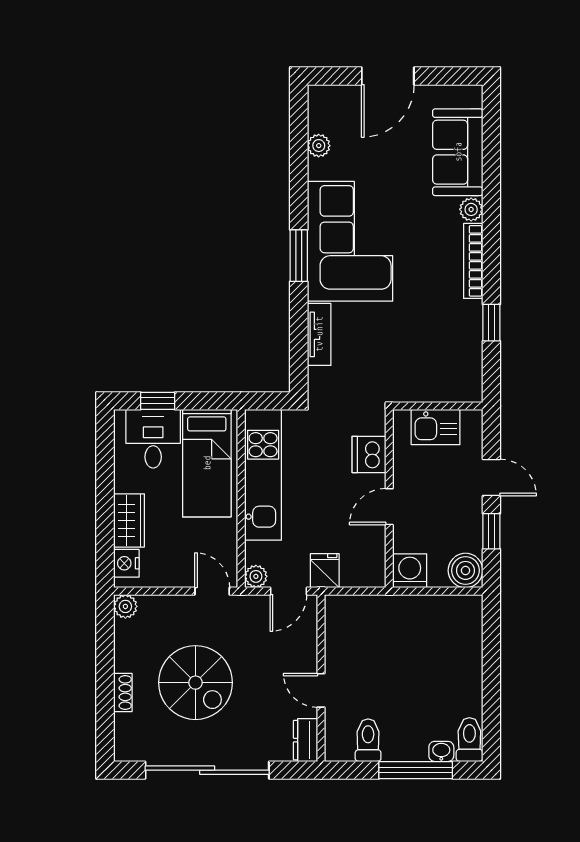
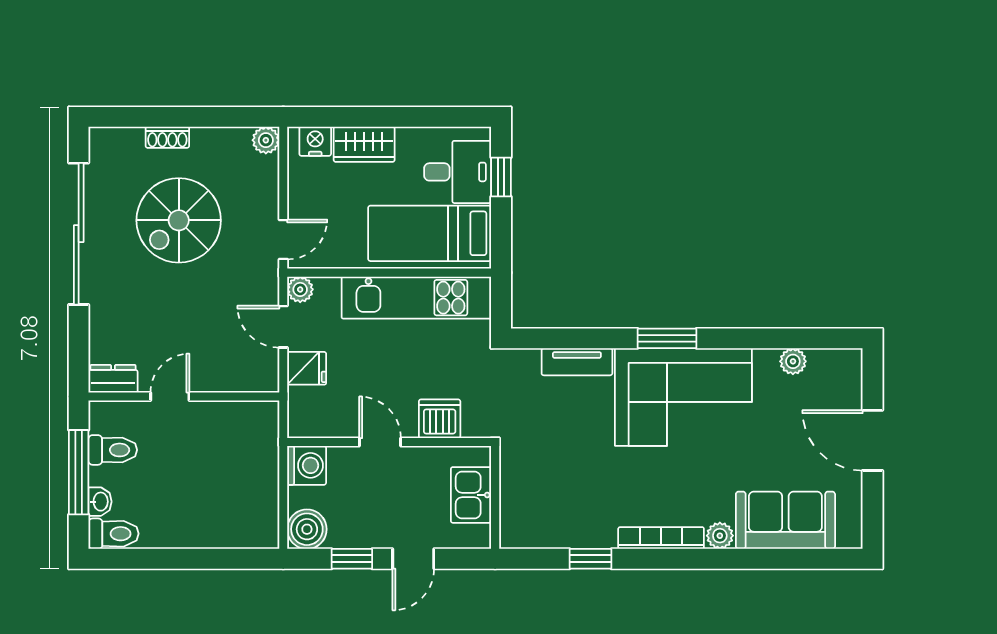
wall: (321, 678) -> (184, 396), moved
door: (321, 690) -> (170, 396), moved
dresser: (305, 740) -> (113, 379), moved
toilet: (368, 740) -> (113, 450), moved

